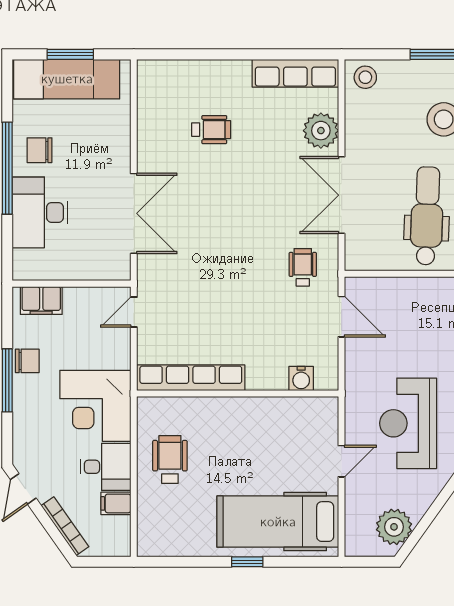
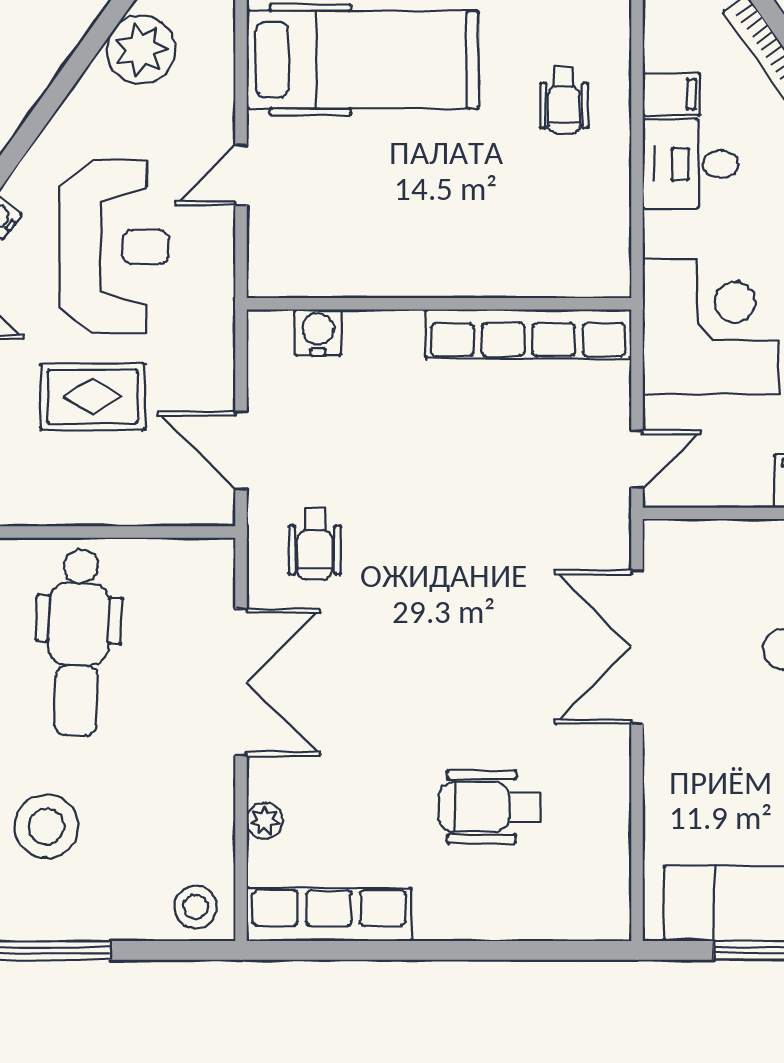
wheelchair: (211, 130) -> (490, 807), width x1.36, depth x1.37
plant: (321, 131) -> (265, 821), width x0.53, depth x0.53
rug: (419, 345) -> (93, 396), added
corner desk: (95, 406) -> (710, 327), moved
wheelchair: (170, 459) -> (564, 100), moved, width x0.73, depth x0.73

